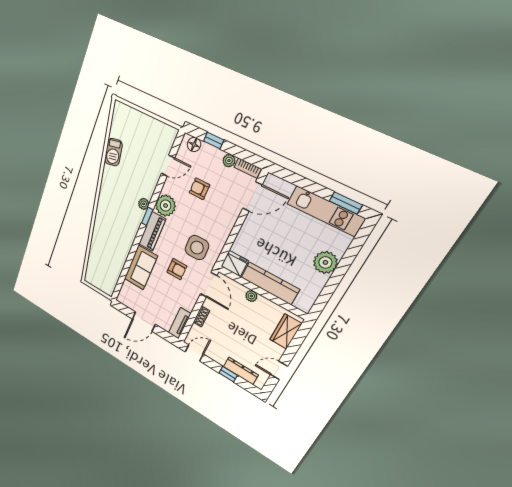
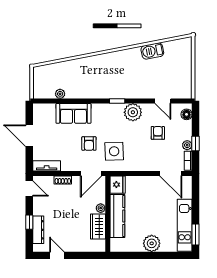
window: (214, 141) -> (196, 143), moved
plant: (144, 204) -> (60, 94), moved
piano: (152, 232) -> (107, 110), removed
wardrobe: (286, 332) -> (98, 226), moved, turned -90

